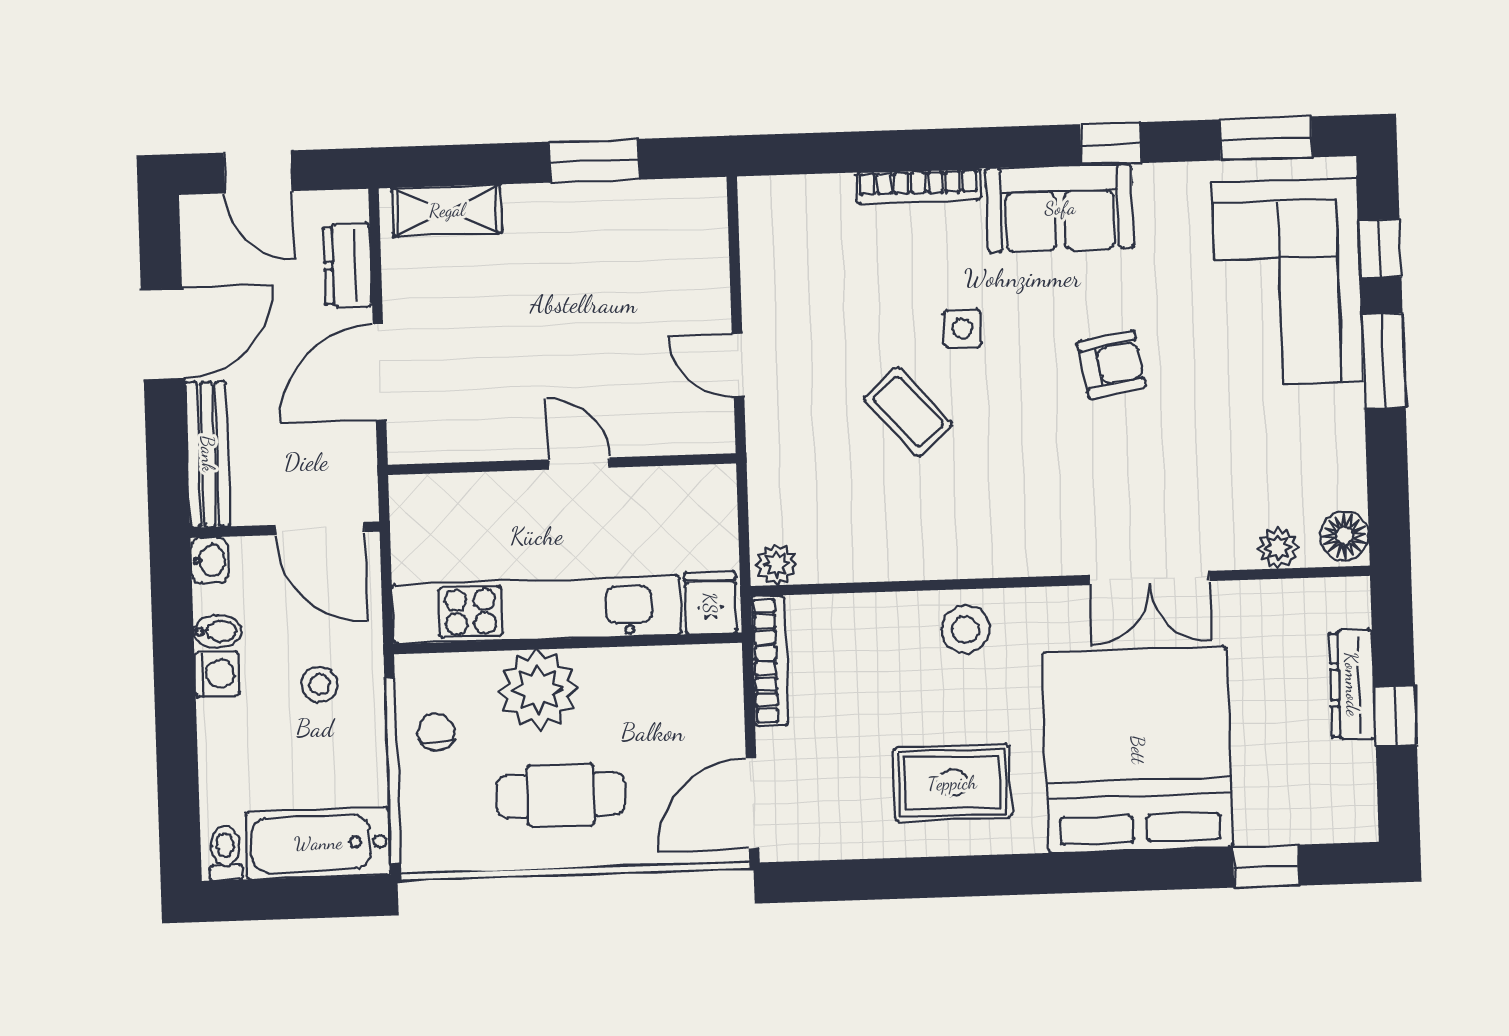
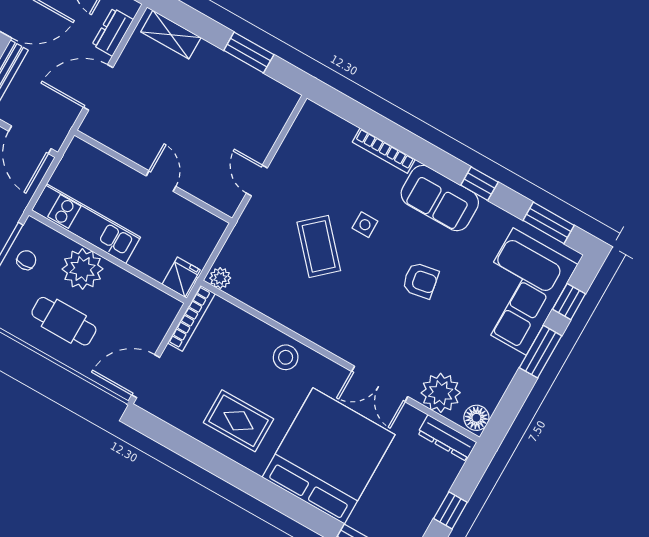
coffee table: (908, 412) -> (319, 246), width x1.36, depth x1.30
plant: (1278, 548) -> (441, 393), width x1.88, depth x1.88
kitchen unit: (537, 609) -> (86, 224), width x0.73
dresser: (1352, 684) -> (447, 438), moved, turned -90

